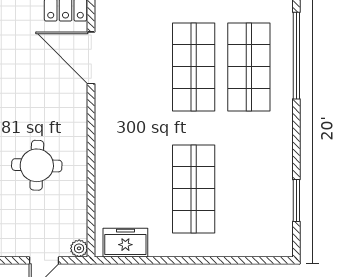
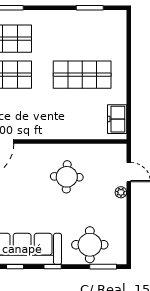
plant: (79, 248) -> (121, 192), moved

